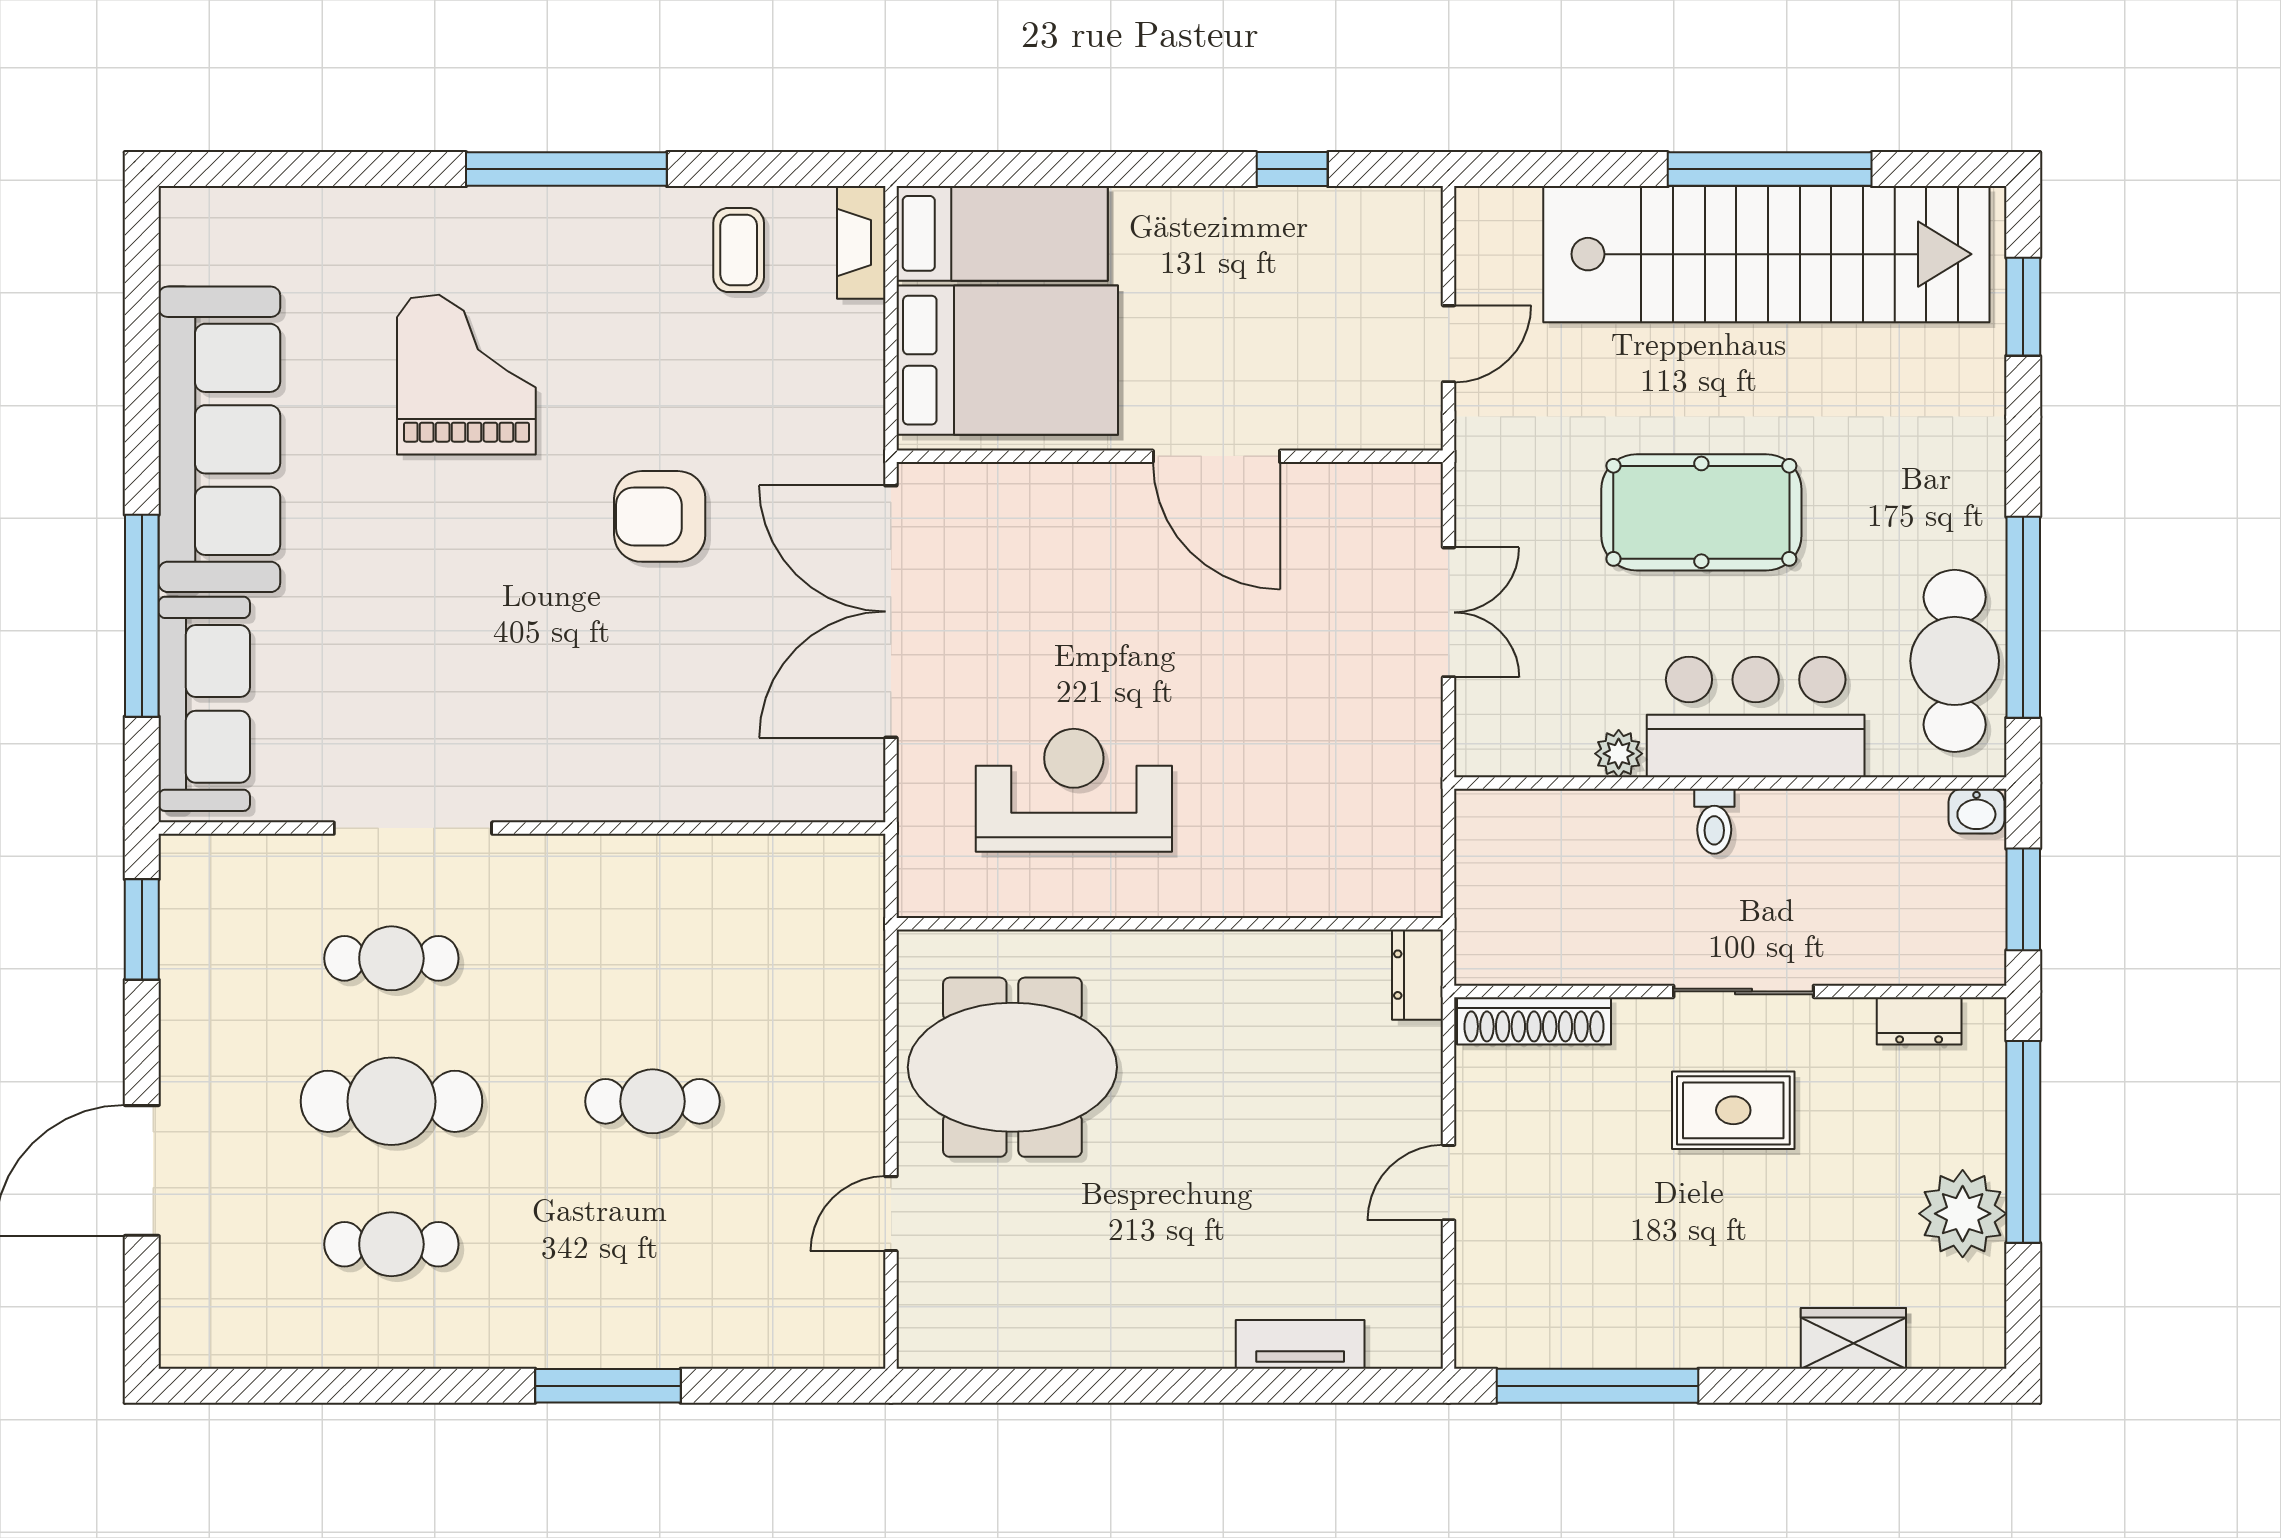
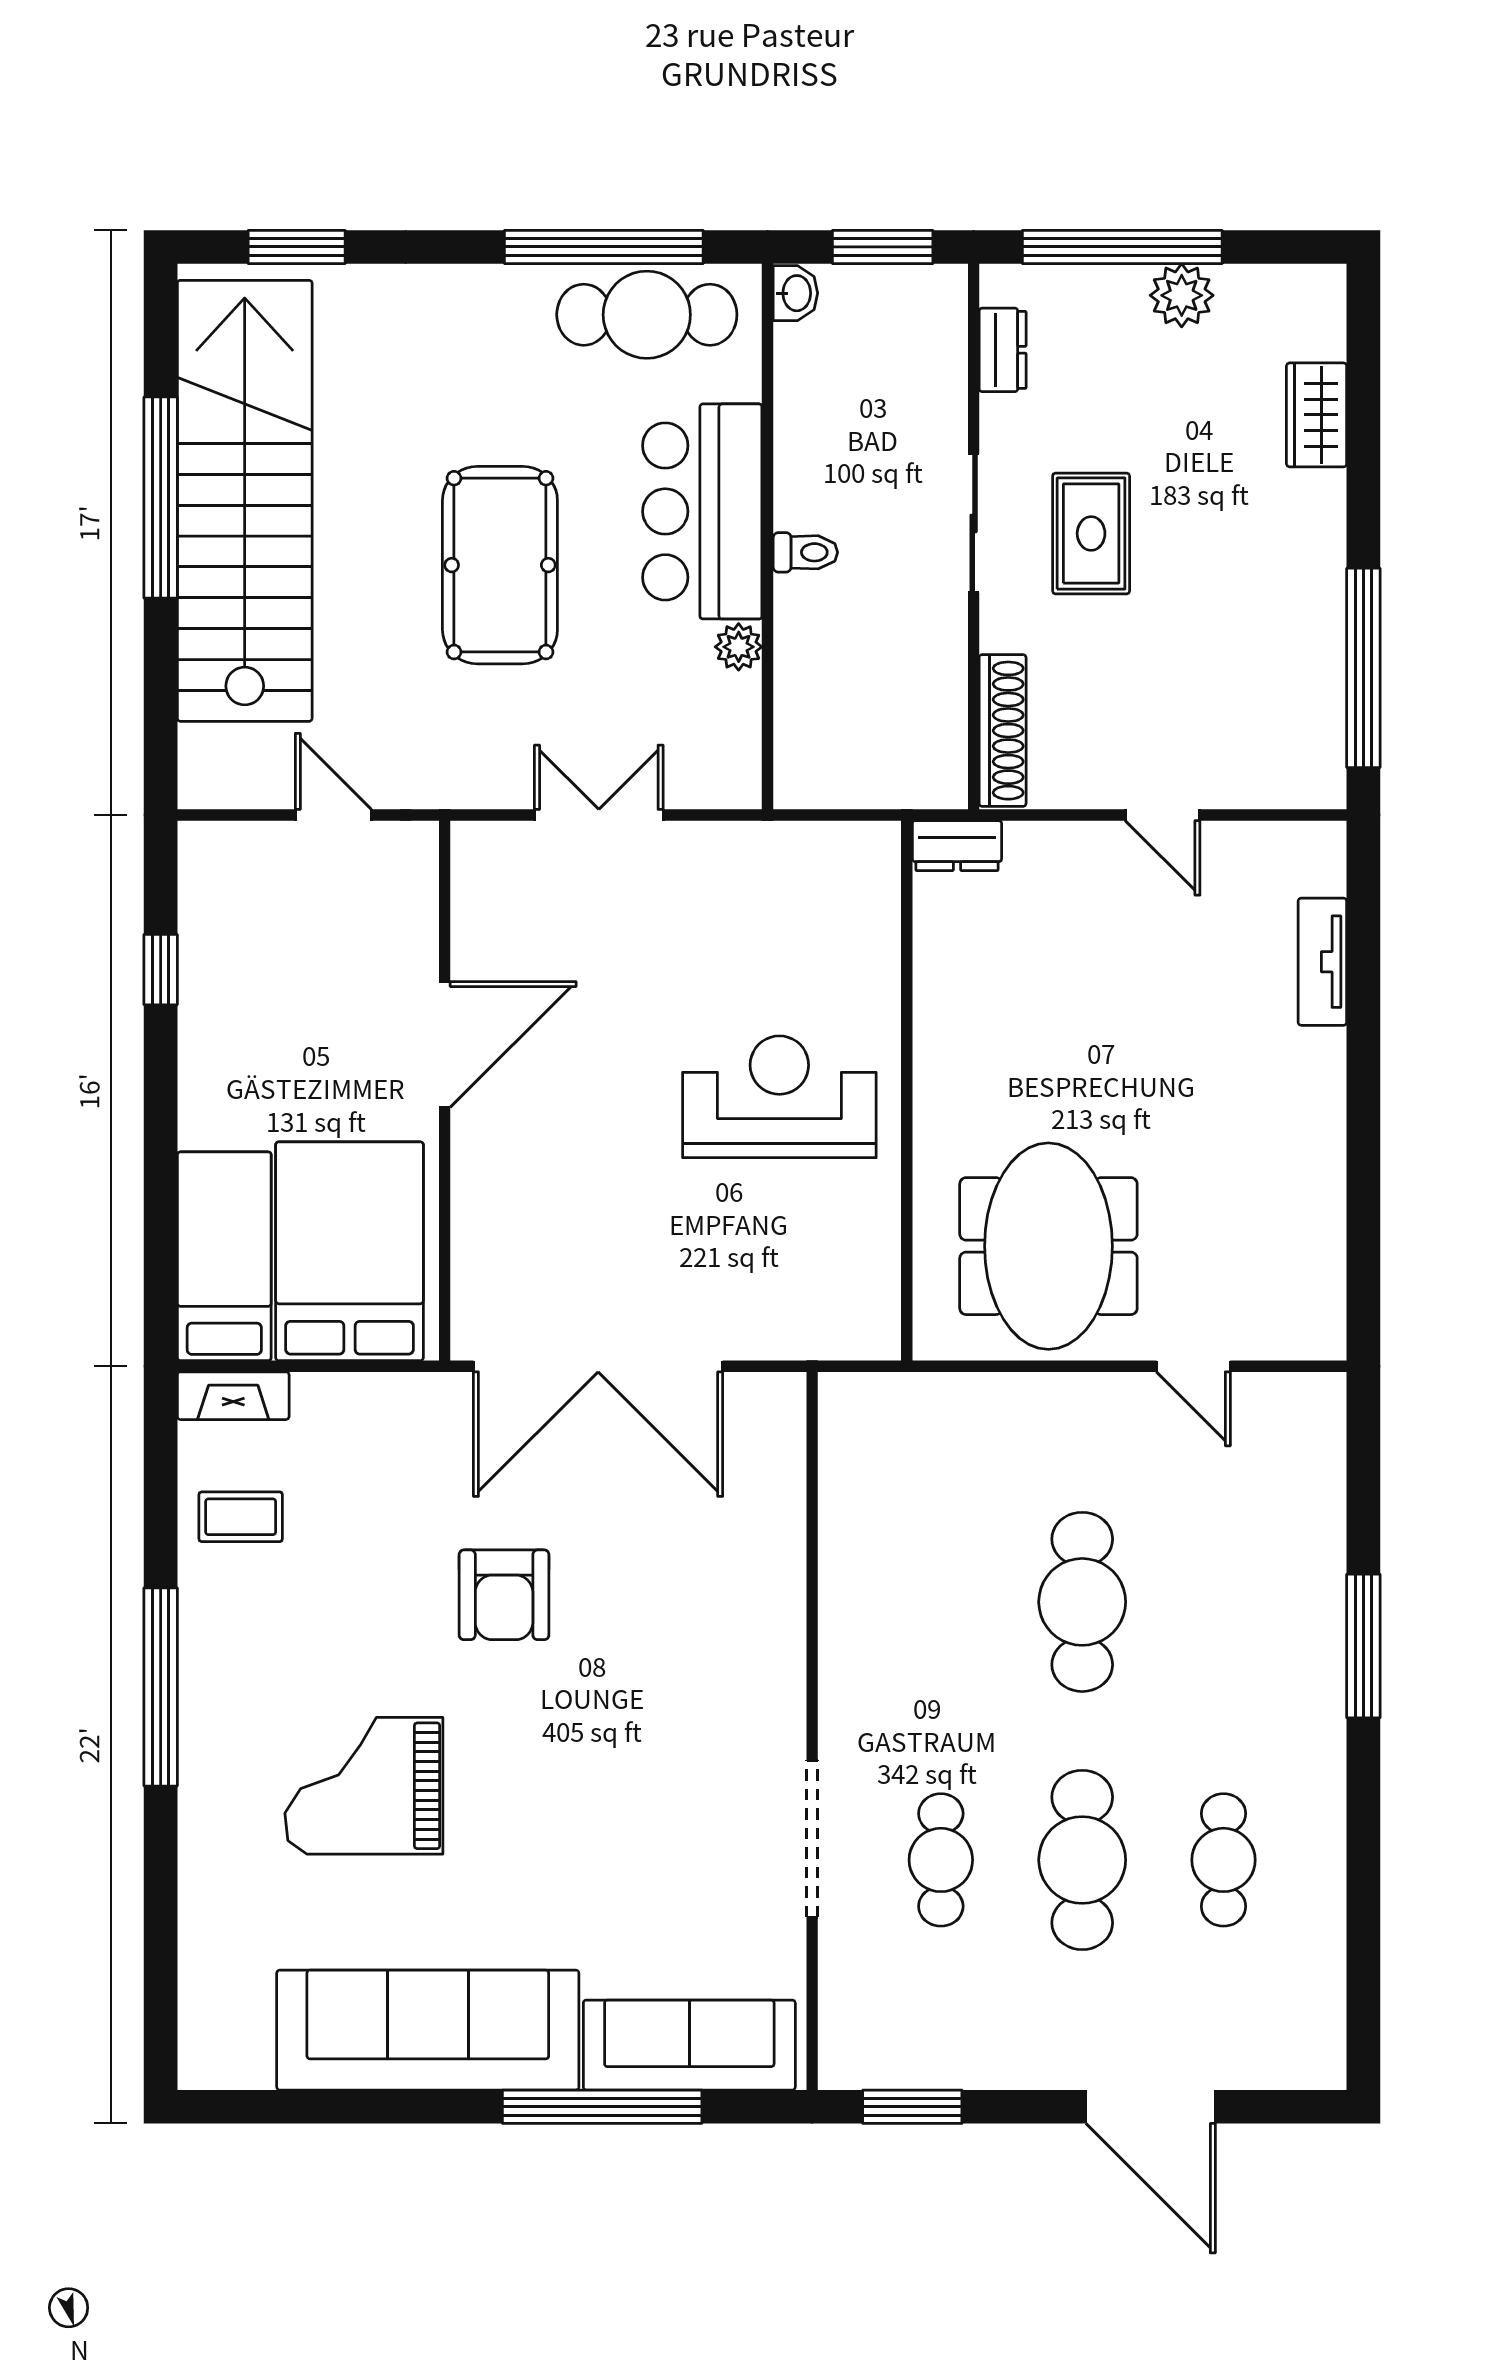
reception desk: (1074, 790) -> (779, 1097), moved, turned 90
cafe table: (653, 1101) -> (1082, 1602), width x1.37, depth x1.35
plant: (1963, 1214) -> (1182, 295), width x0.73, depth x0.73

